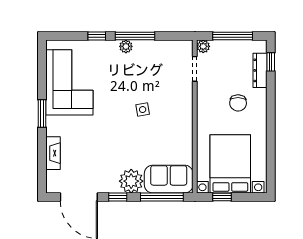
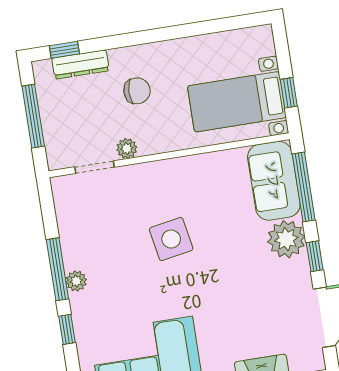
plant: (203, 46) -> (127, 148), moved
side table: (143, 110) -> (171, 239), width x1.87, depth x1.87
bed with nightstands: (230, 164) -> (237, 102), width x0.73

